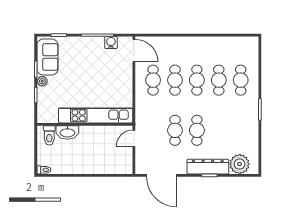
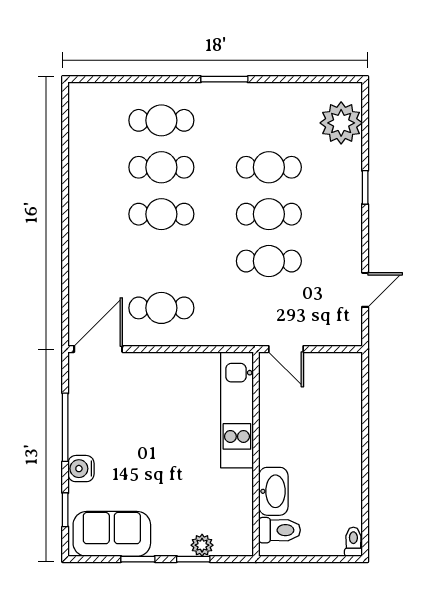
water cooler: (111, 43) -> (81, 469), moved
cafe table: (175, 80) -> (269, 167), moved
plant: (42, 81) -> (202, 545), moved
kitchen unit: (96, 115) -> (237, 410), width x0.73
dresser: (208, 167) -> (346, 191), removed
door: (162, 175) -> (365, 290), width x0.53

